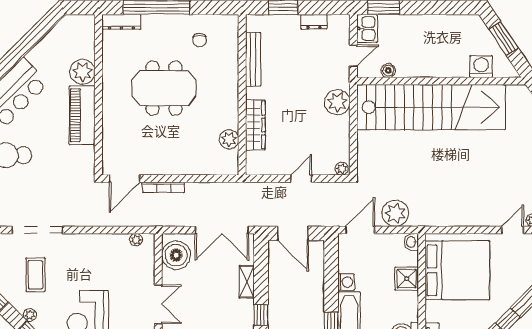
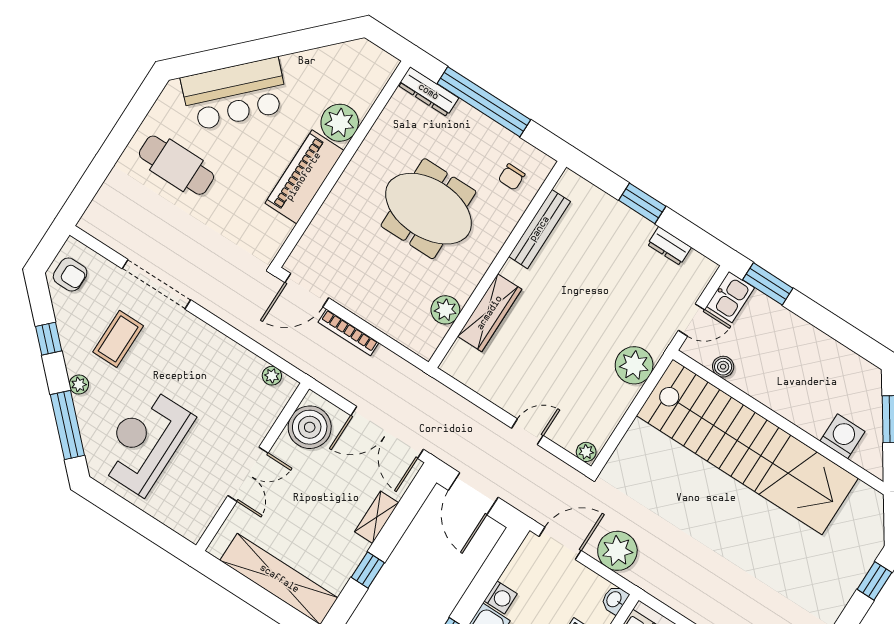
bench: (253, 59) -> (540, 229), moved
wall: (242, 95) -> (497, 265), moved
wardrobe: (255, 125) -> (490, 313), moved
plant: (229, 139) -> (445, 310), moved

